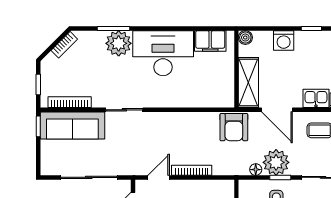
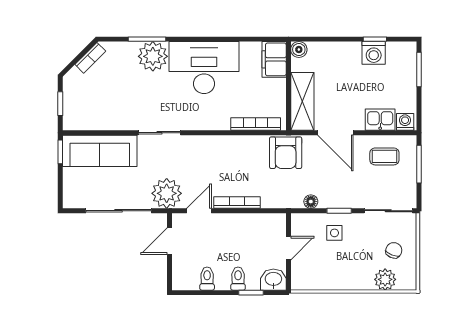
washing machine: (284, 40) -> (374, 53), moved
filing cabinet: (210, 41) -> (274, 59), moved, turned 90
bookcase: (70, 102) -> (256, 124), moved
plant: (276, 162) -> (167, 193), moved

